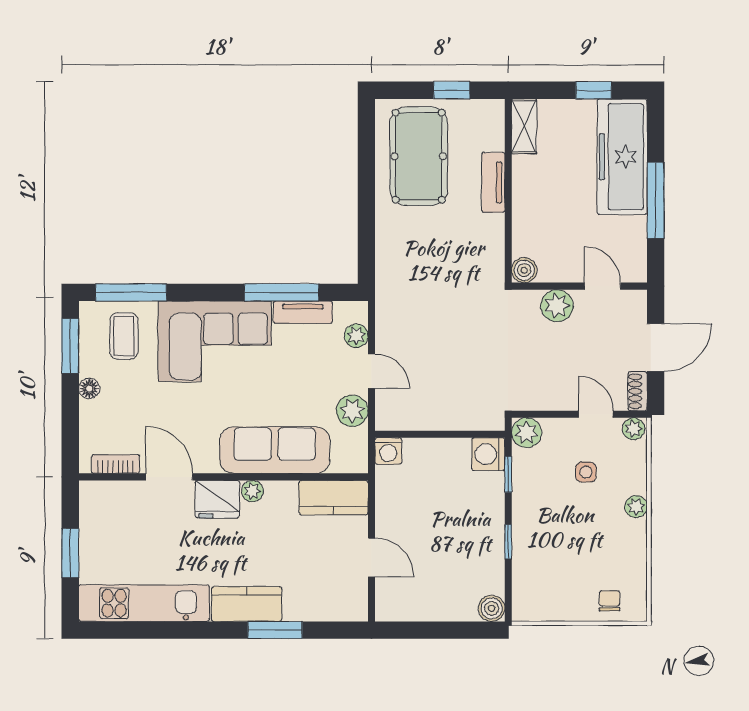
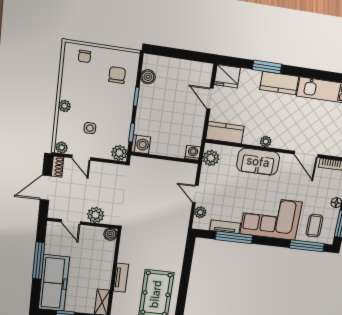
plant: (352, 411) -> (211, 158), moved
sofa: (275, 450) -> (258, 162), width x0.73
fridge: (217, 499) -> (227, 76), moved, turned 180
chair: (548, 576) -> (117, 75), added
boiler: (492, 608) -> (148, 77), moved

